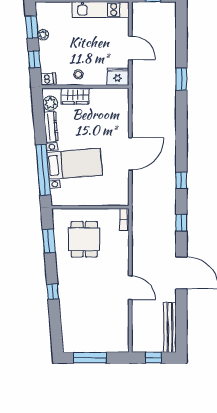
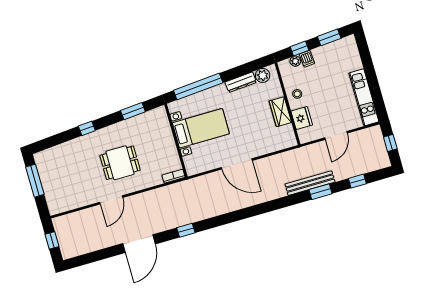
plant: (43, 35) -> (295, 61), moved
fridge: (118, 77) -> (302, 118), moved
dishwasher: (48, 79) -> (307, 59), moved
wardrobe: (75, 96) -> (280, 112), moved
bed with nightstands: (75, 164) -> (201, 128), moved, turned -85
window: (181, 180) -> (357, 181), moved
dining table: (84, 239) -> (120, 163), moved
bench: (170, 327) -> (310, 183), moved

